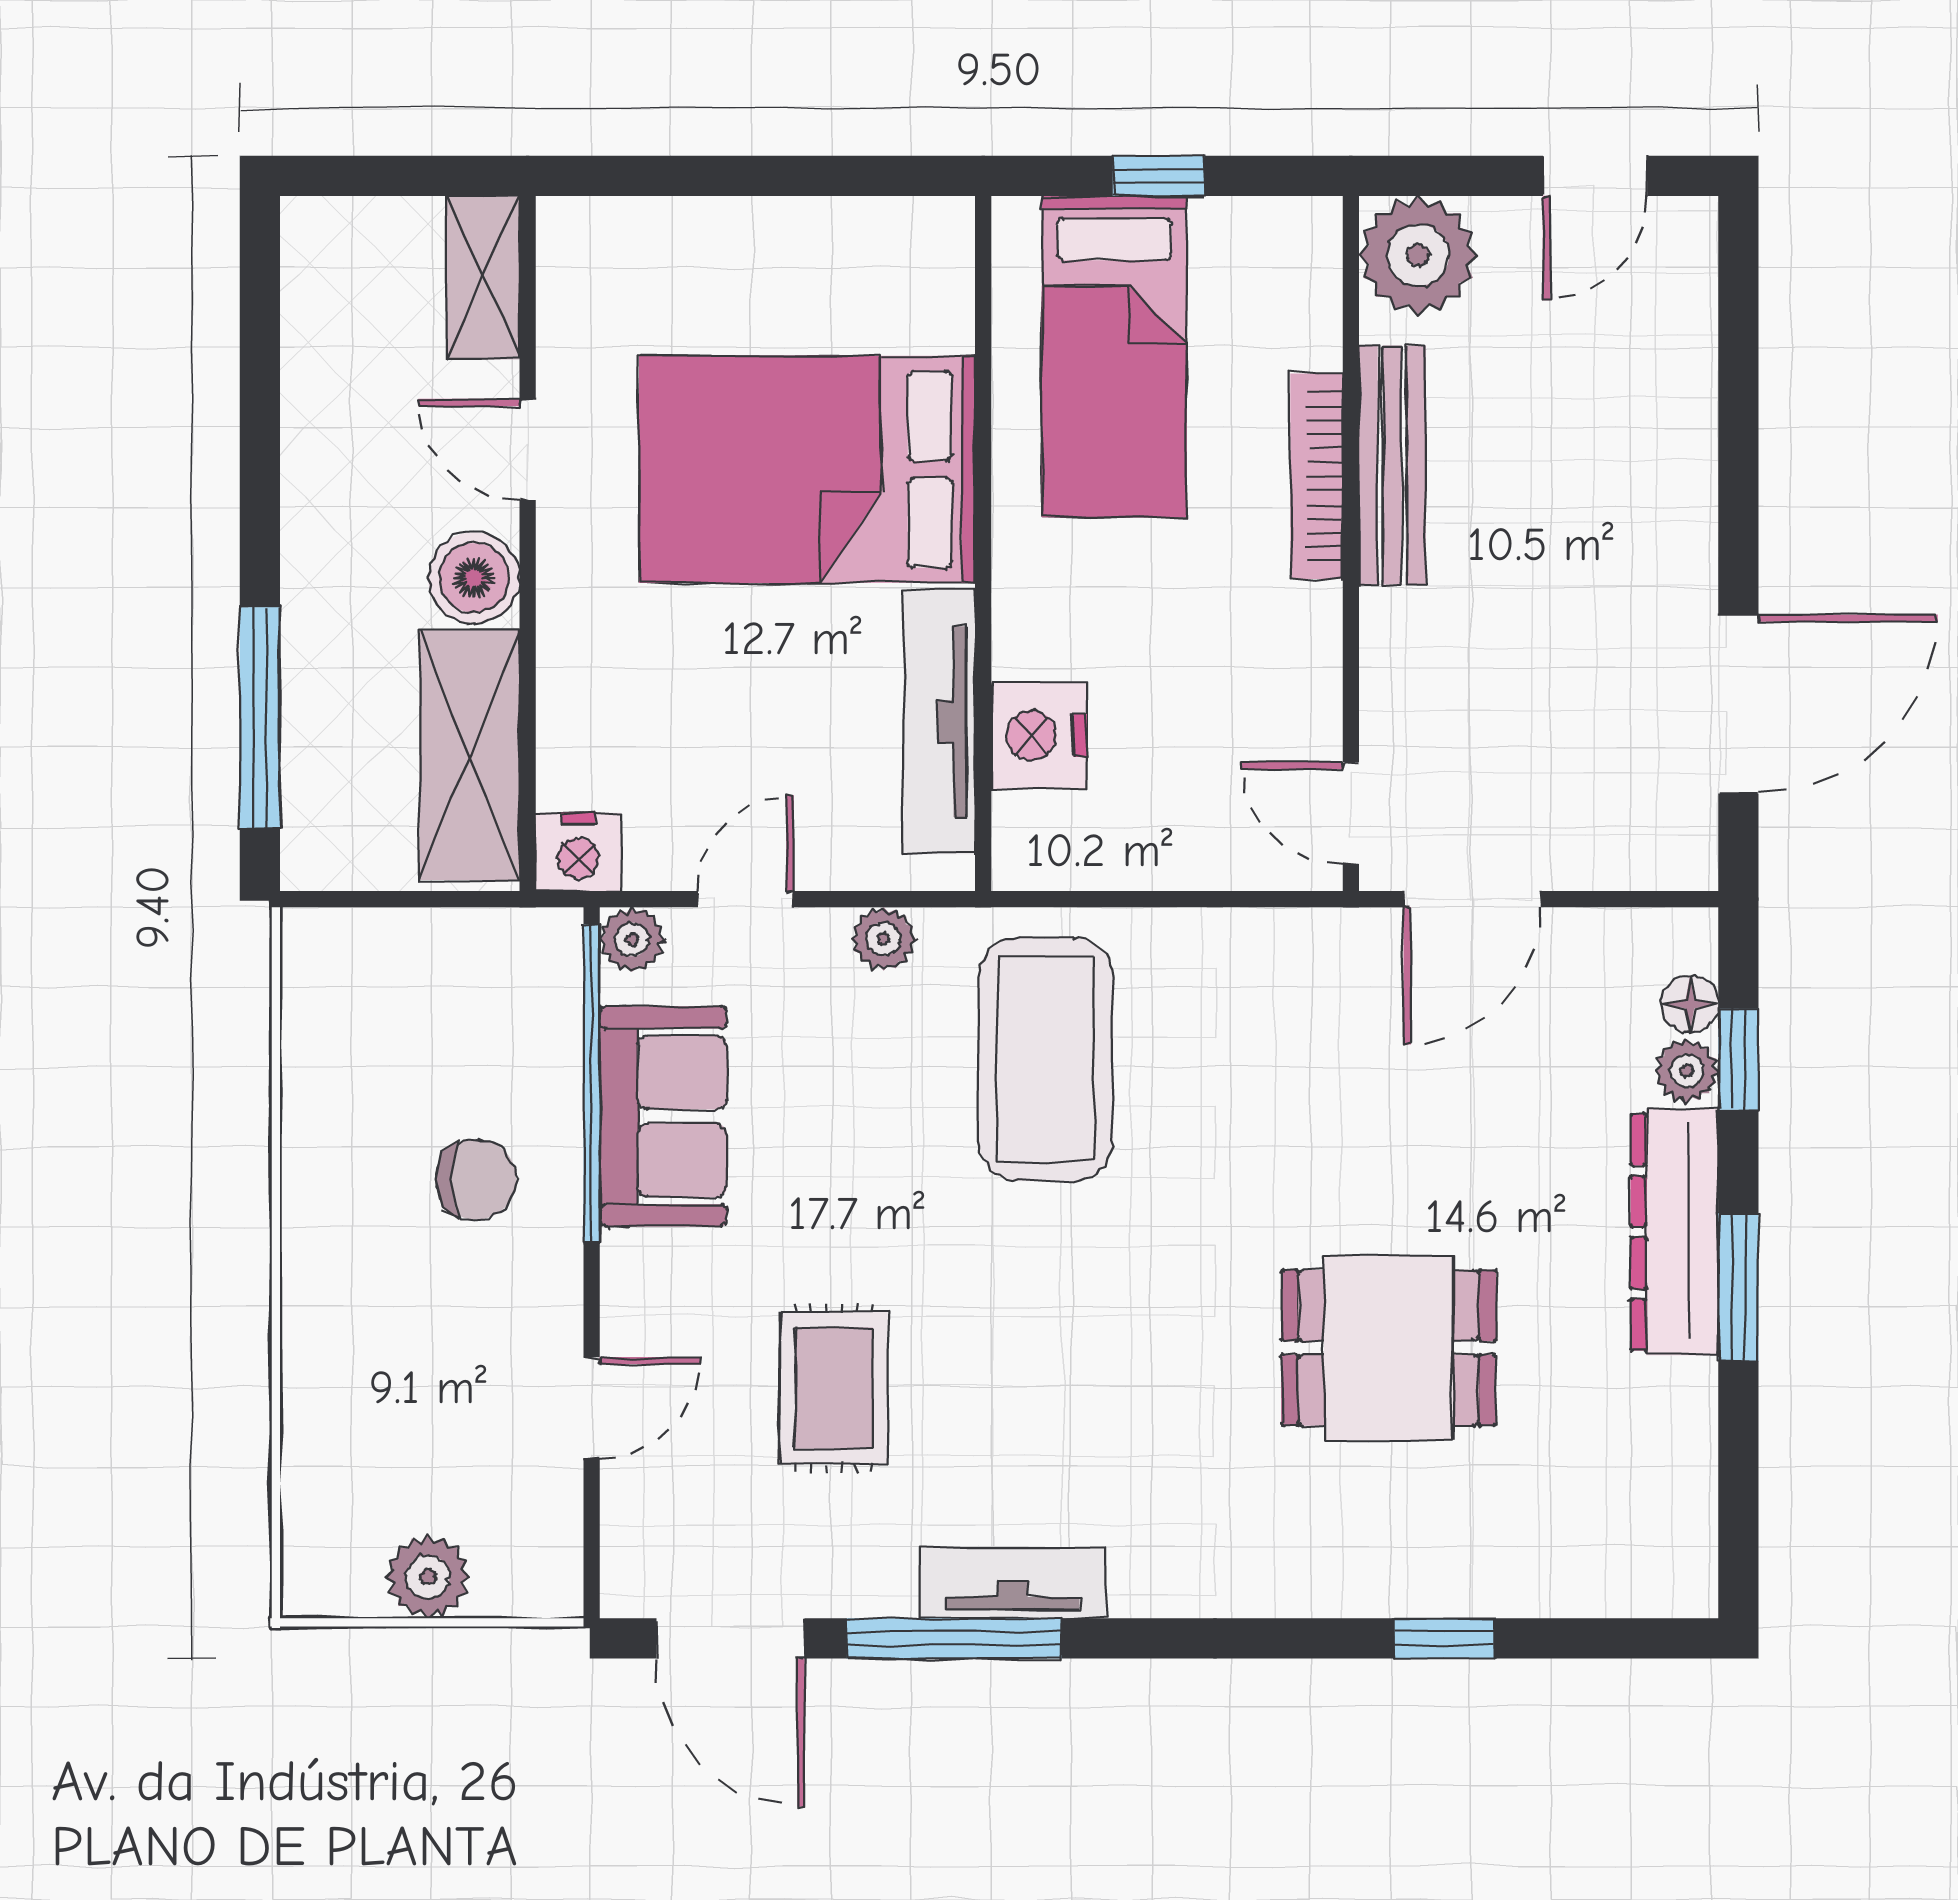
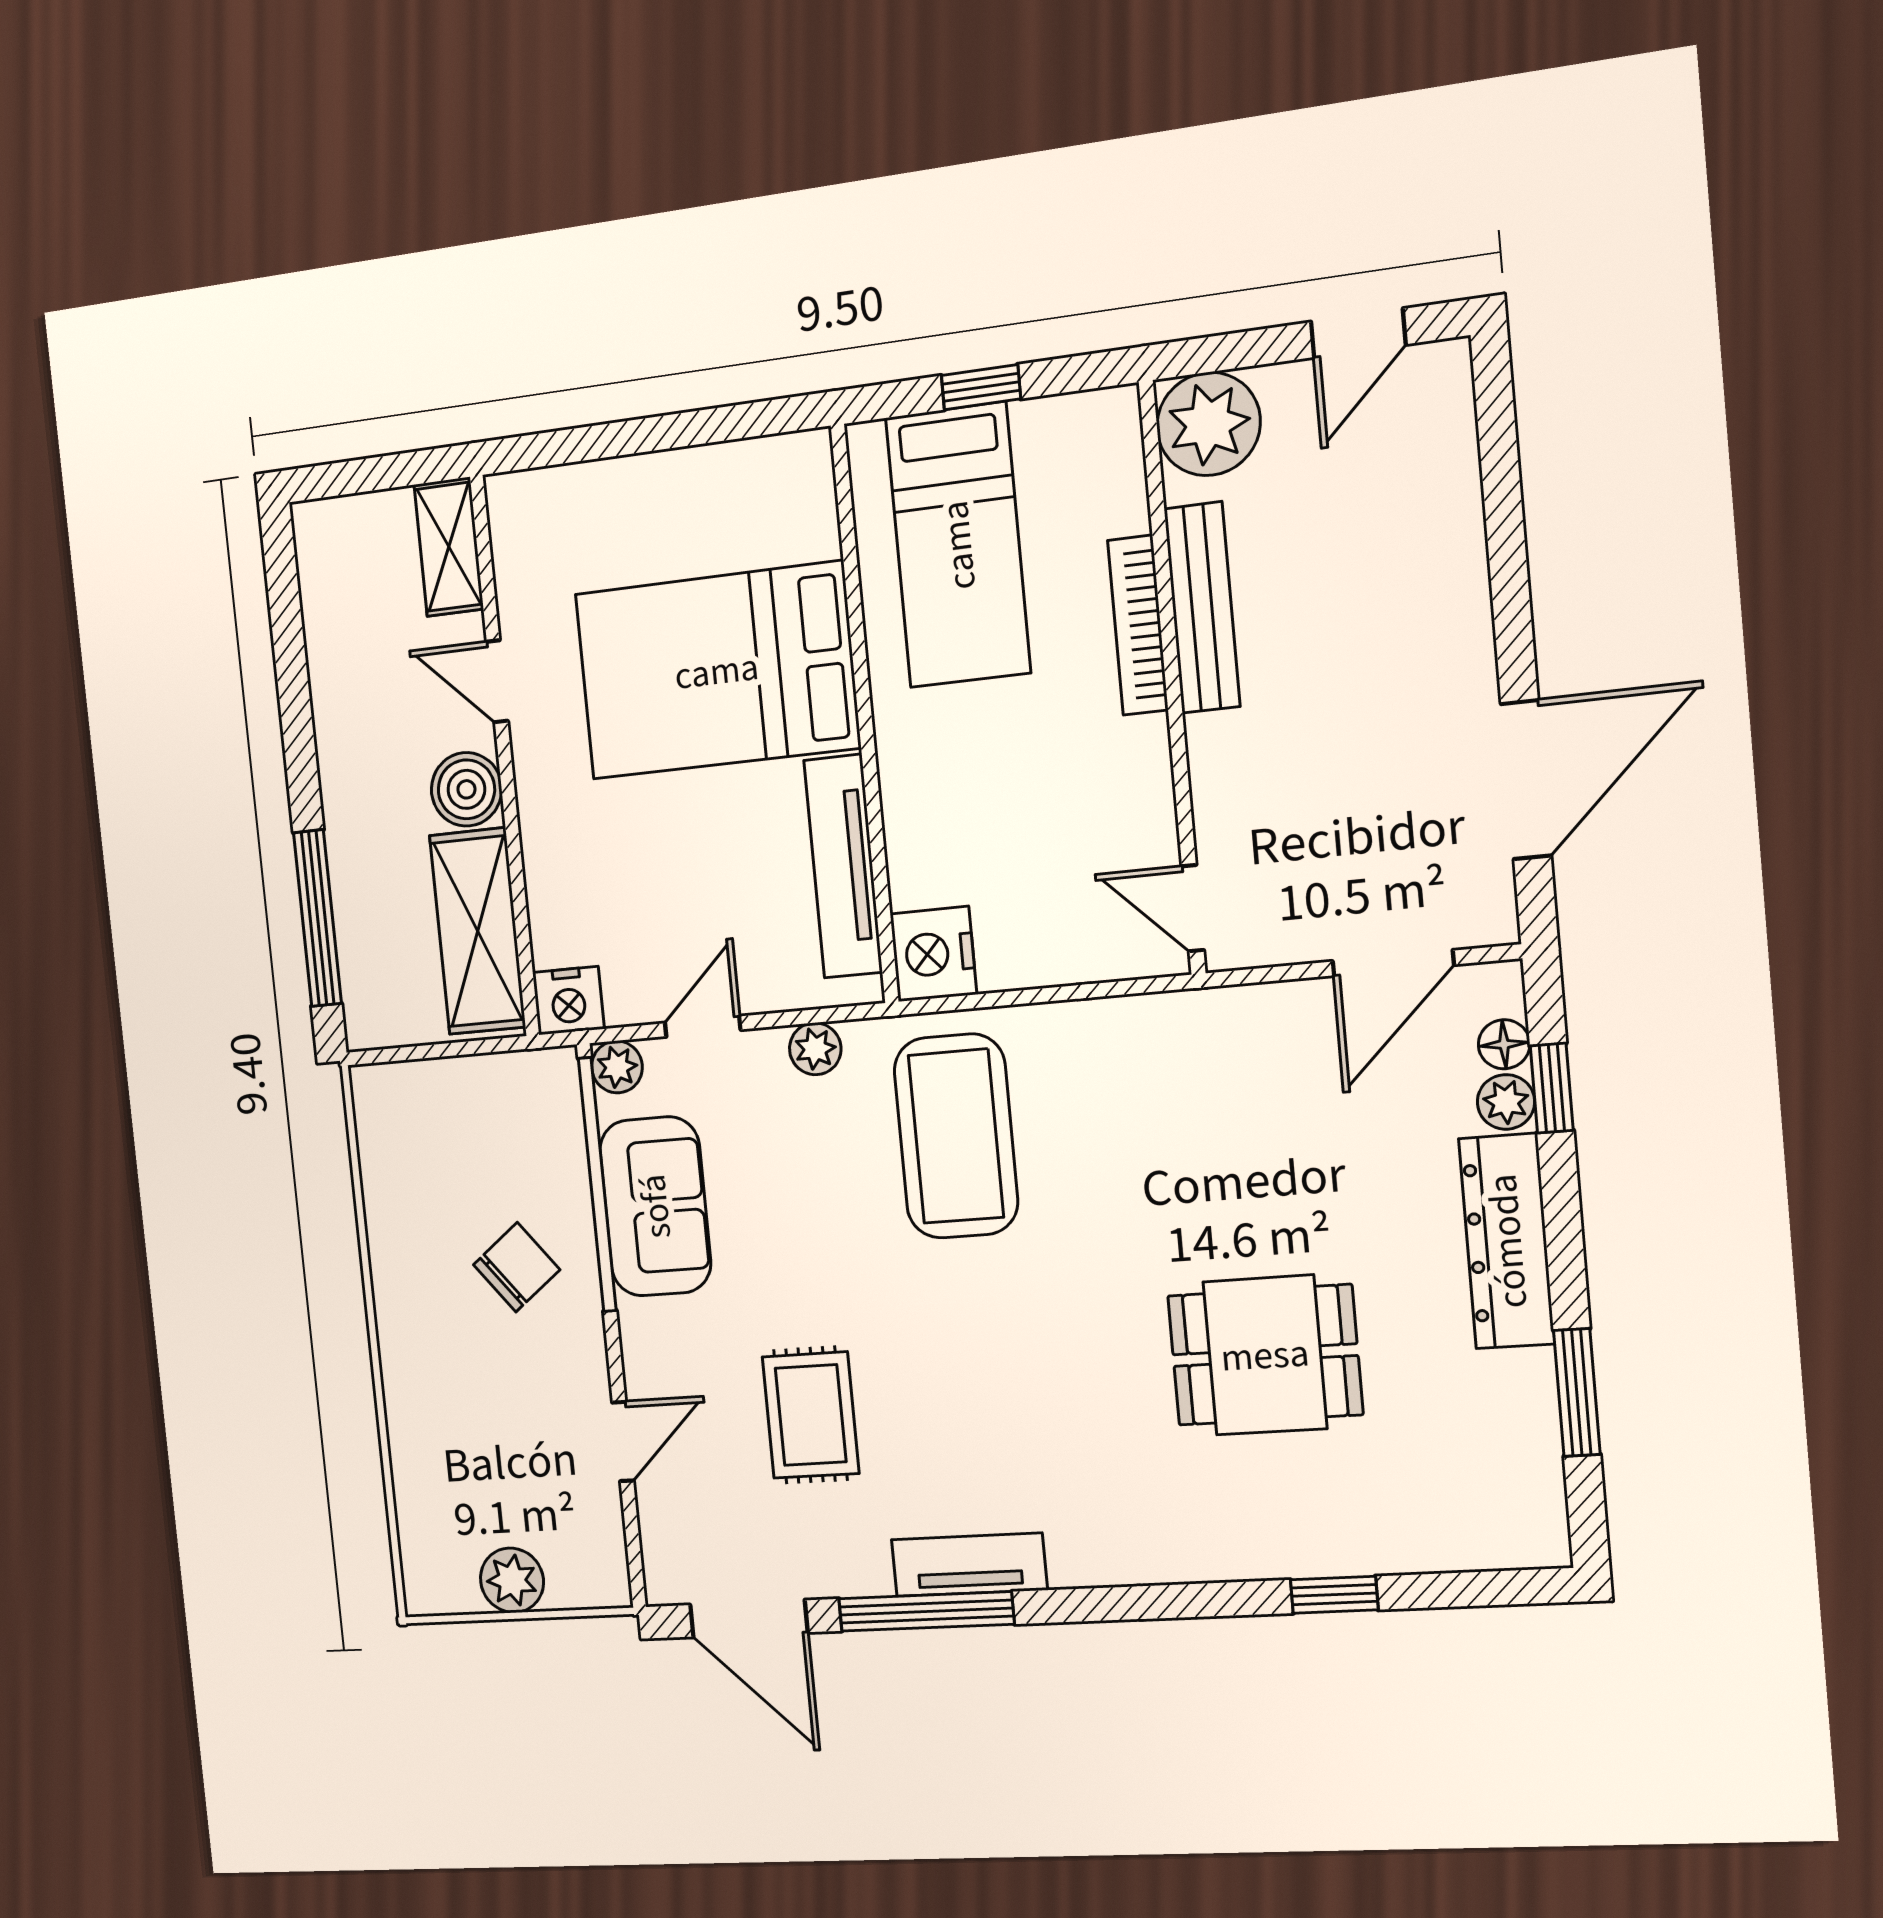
nightstand: (1039, 736) -> (933, 954), moved
door: (1472, 899) -> (1393, 963), moved
chair: (476, 1179) -> (517, 1267), turned -38
window: (1738, 1287) -> (1577, 1392), moved

